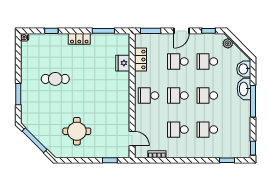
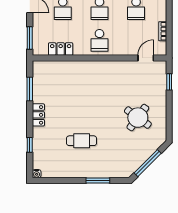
fridge: (123, 63) -> (64, 68), removed
cafe table: (55, 79) -> (82, 141), turned 90
round table: (77, 131) -> (138, 118), turned 36

